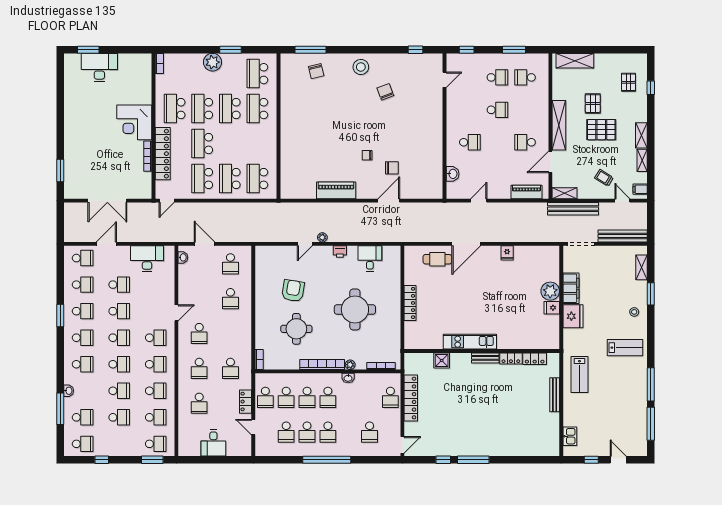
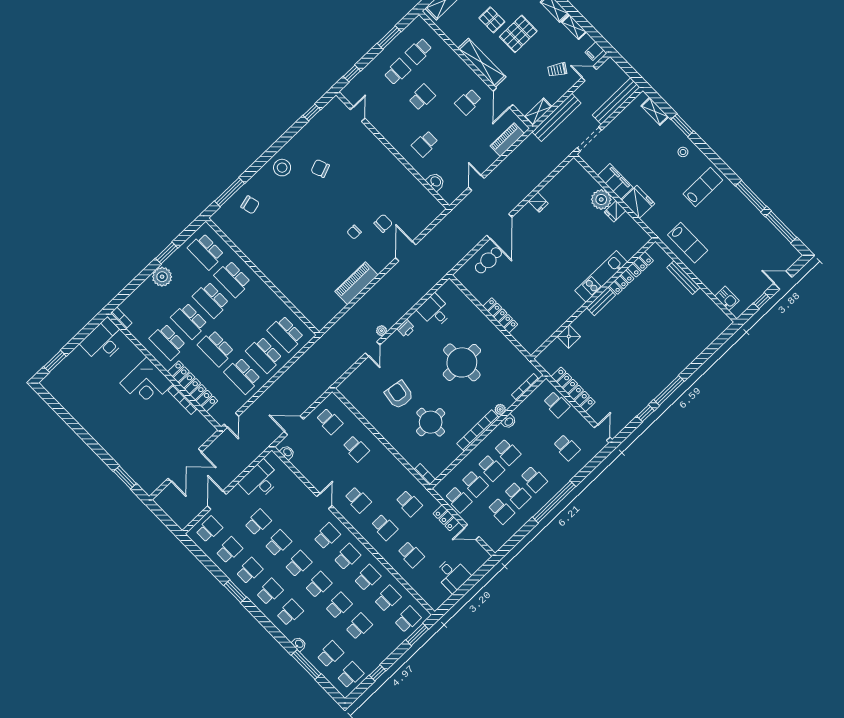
desk: (99, 67) -> (104, 341), moved
school desk: (470, 142) -> (425, 144), turned 180
kitchen unit: (470, 342) -> (601, 276), moved

